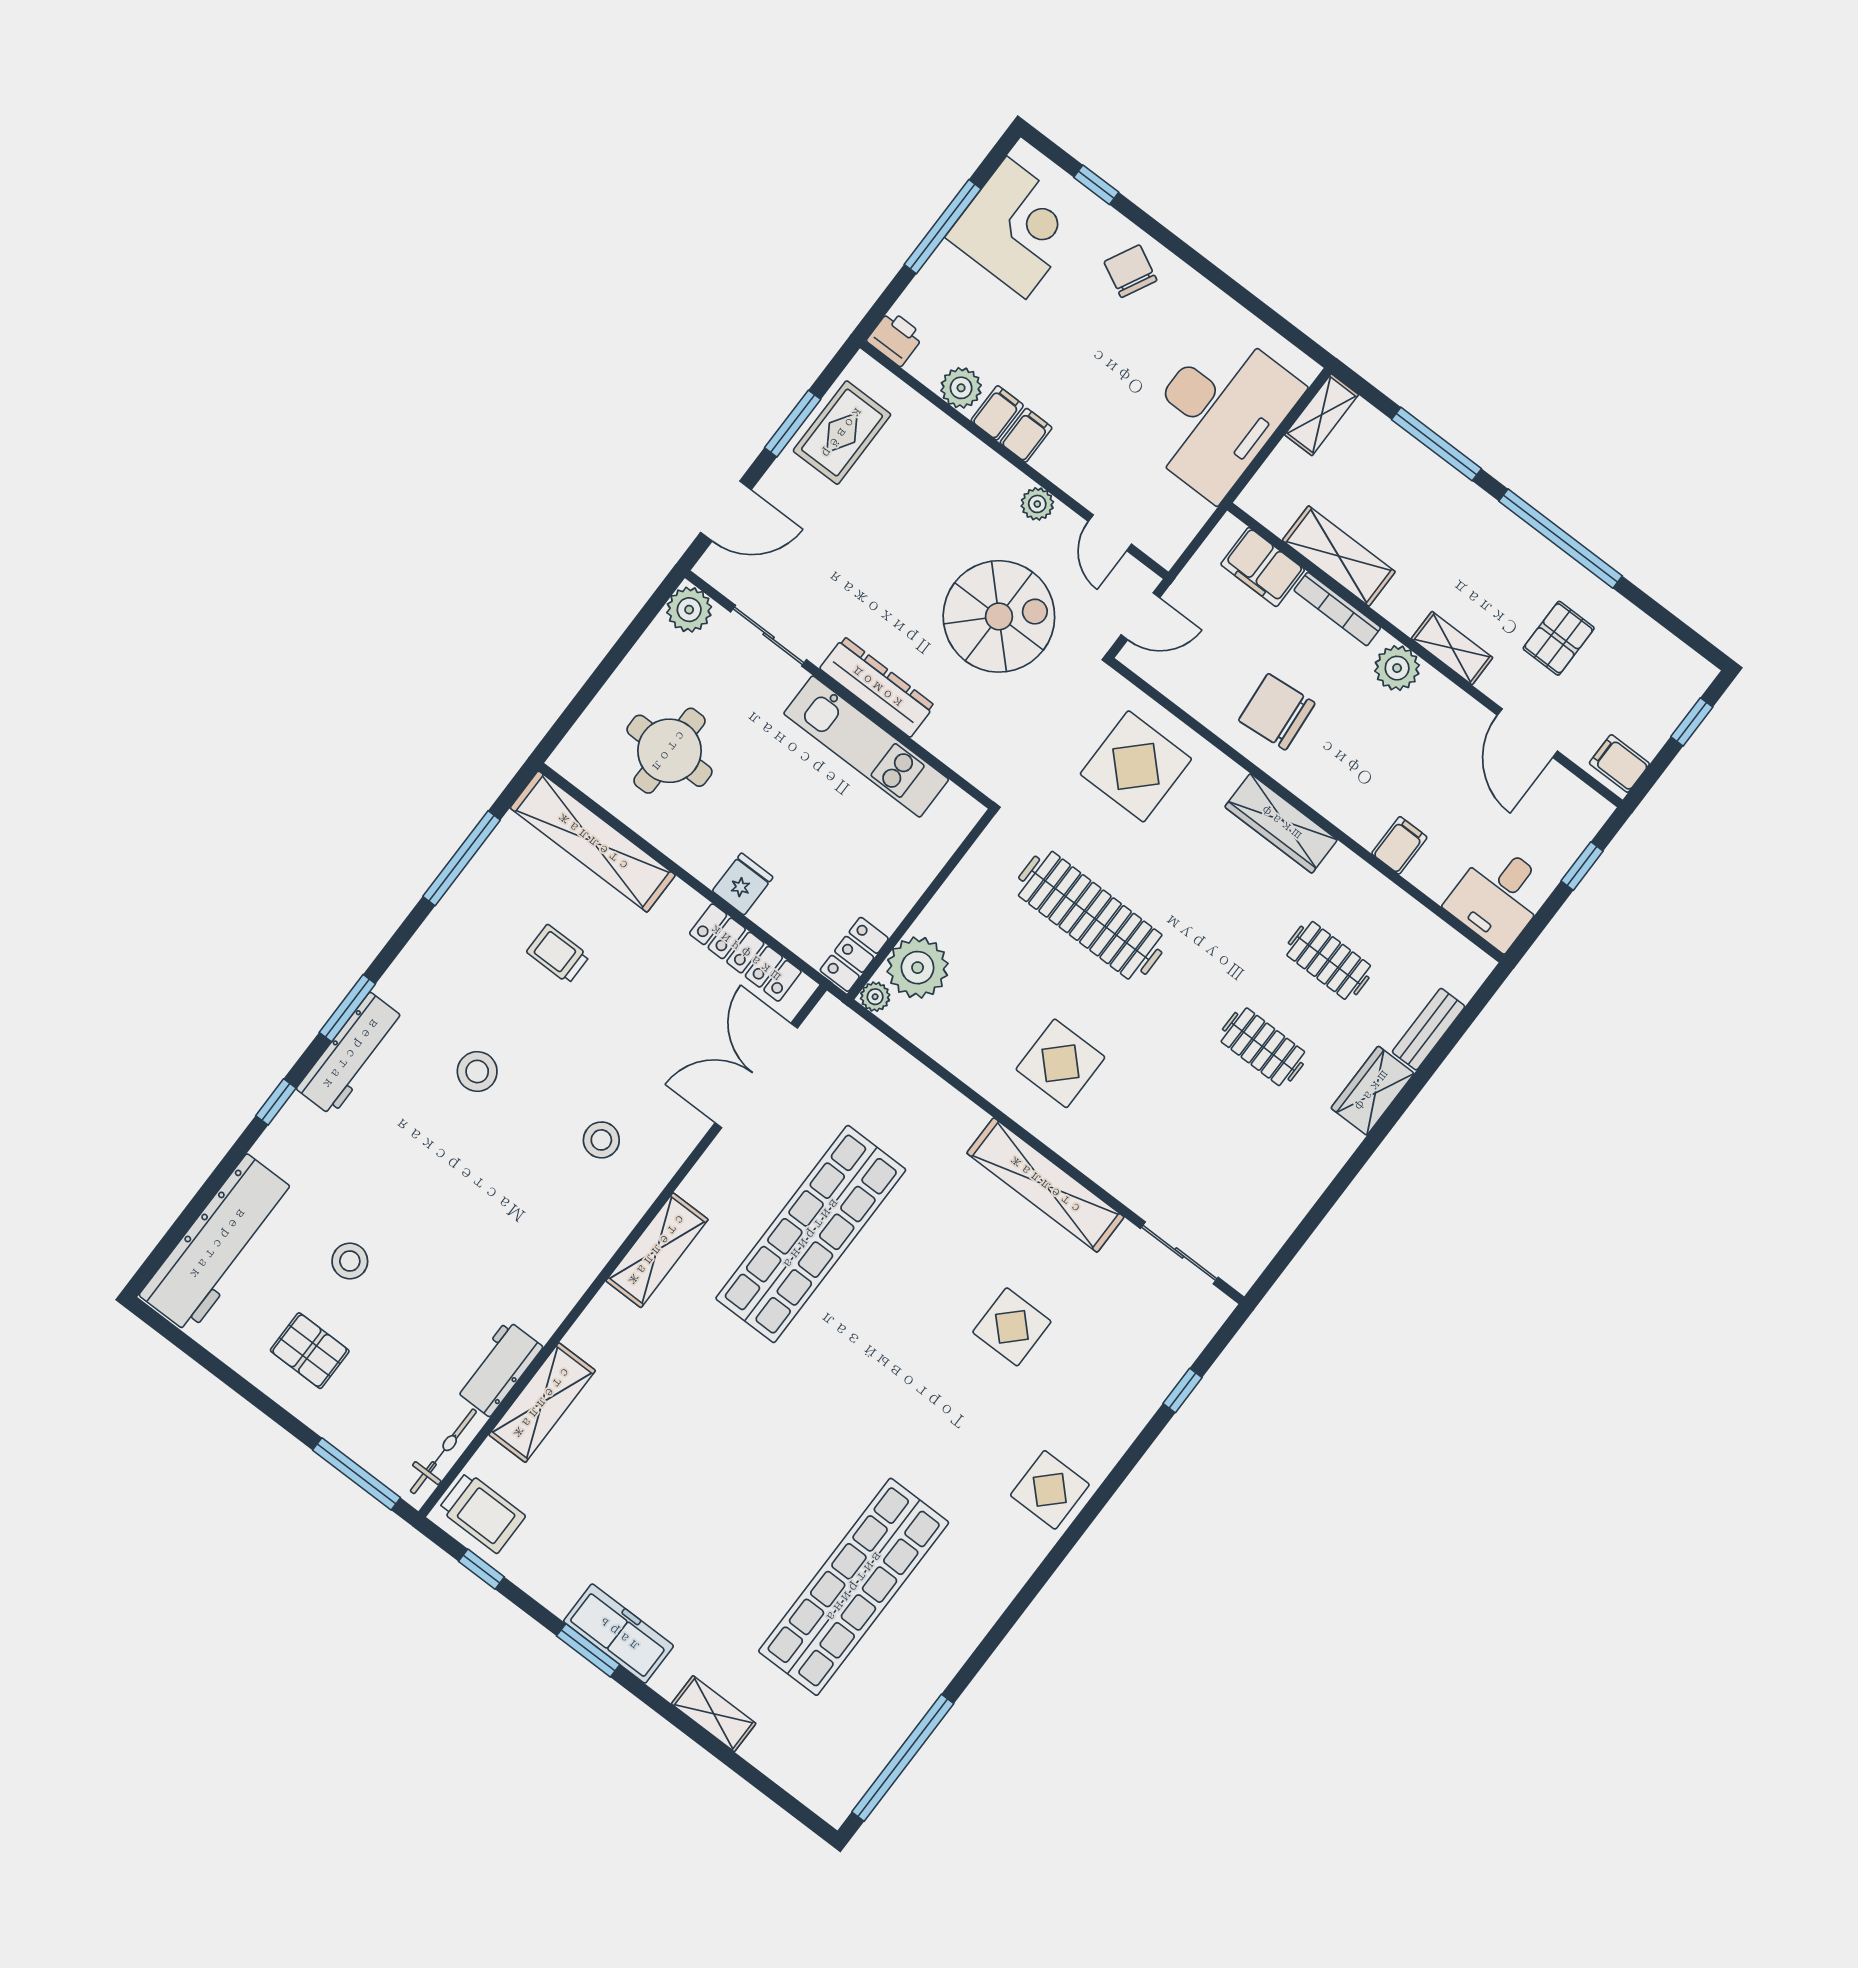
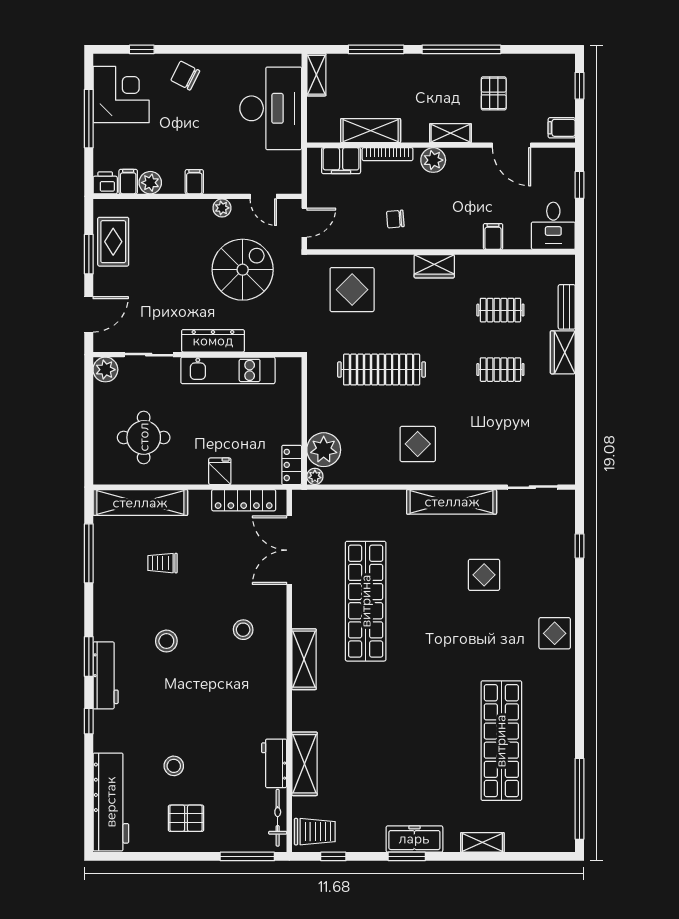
filing cabinet: (997, 413) -> (128, 182), moved
chair: (1277, 712) -> (395, 219), width x0.54, depth x0.54
wardrobe: (1281, 823) -> (434, 266), width x0.67

